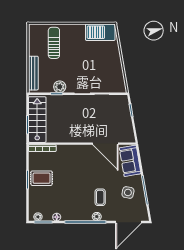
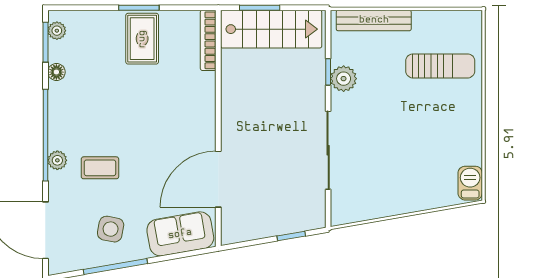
barbecue: (100, 32) -> (470, 183), width x0.53, depth x0.65

